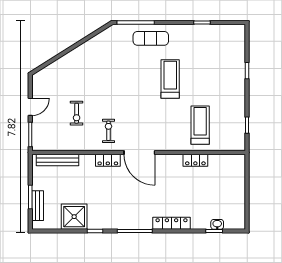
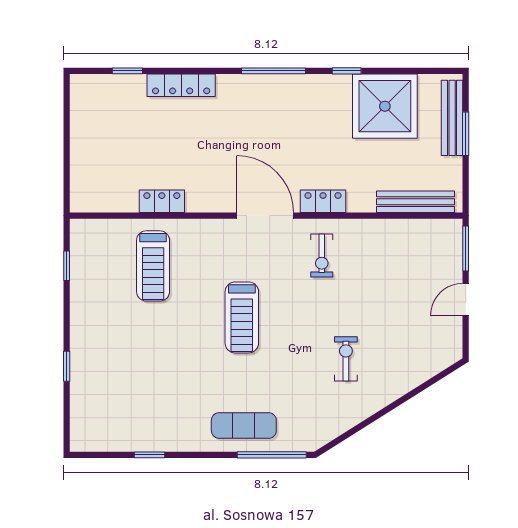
treadmill: (170, 79) -> (242, 317), moved
exercise bike: (77, 113) -> (346, 359), moved
bench: (38, 206) -> (452, 118), width x1.36
shower: (74, 217) -> (385, 106), width x1.37, depth x1.37
locker: (172, 223) -> (181, 85), moved
washbasin: (217, 224) -> (122, 83), removed

